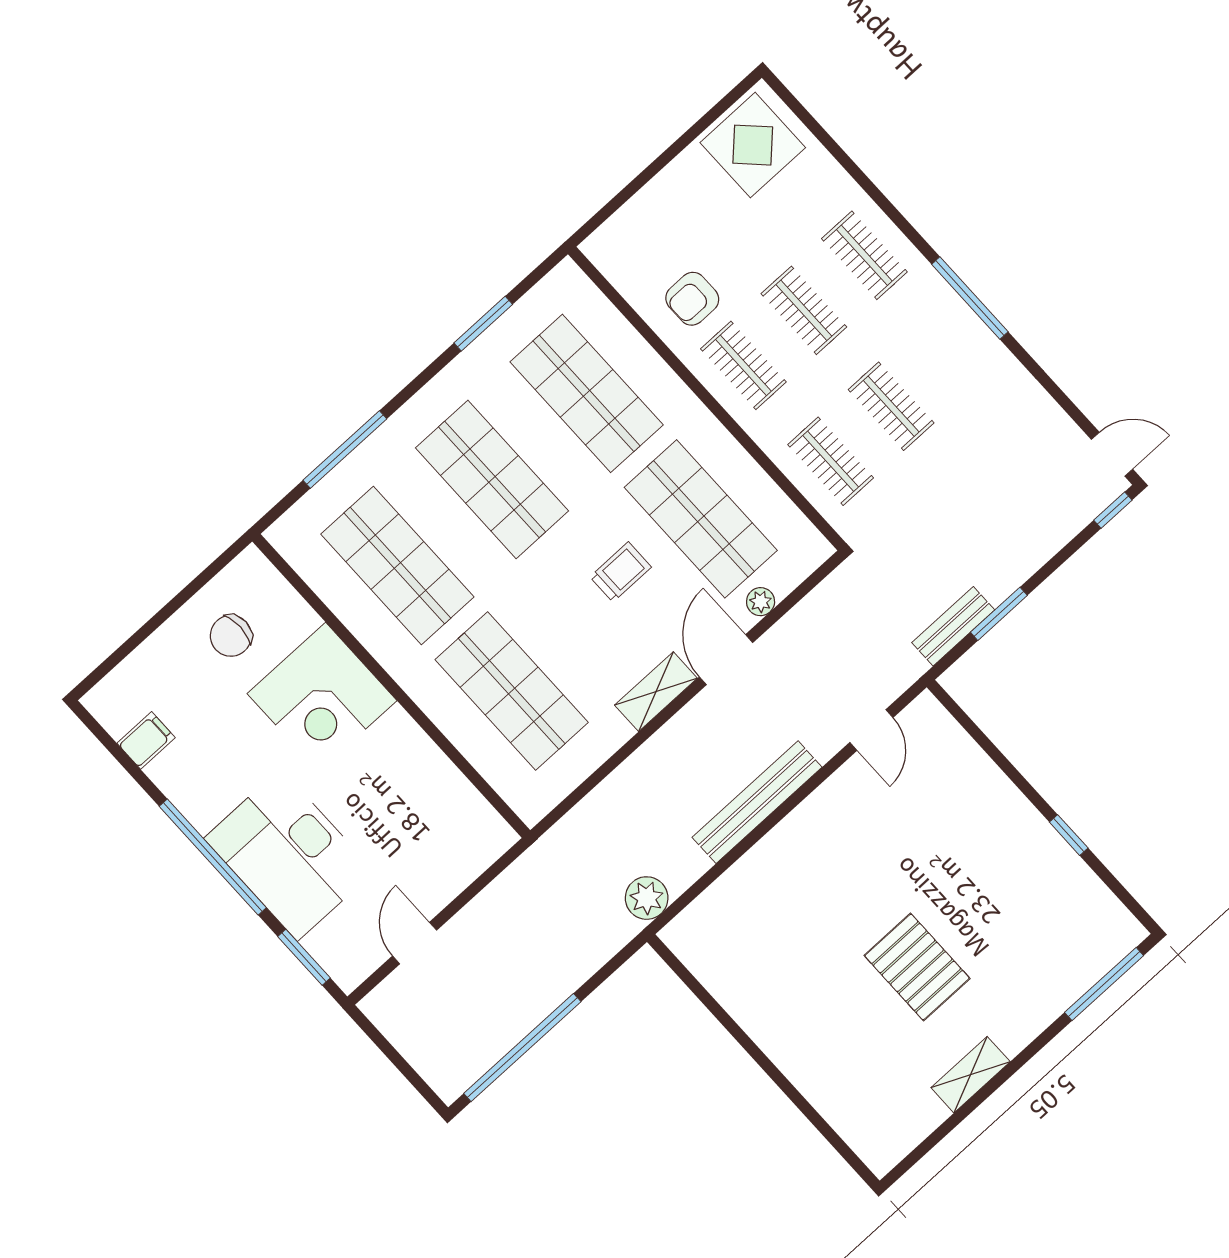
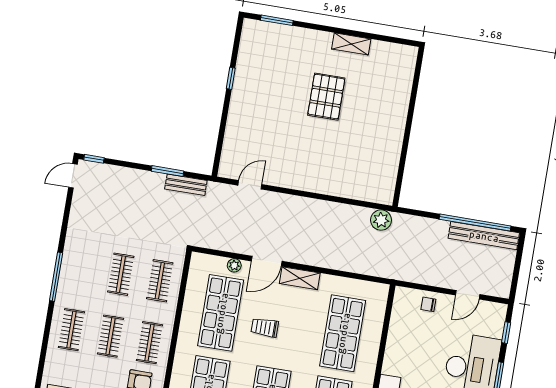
door: (1112, 454) -> (73, 176), hinge flipped
bench: (757, 802) -> (484, 236), moved
chair: (449, 867) -> (428, 304), added
window: (304, 957) -> (506, 333), width x0.67
window: (1104, 984) -> (277, 20), width x0.69

